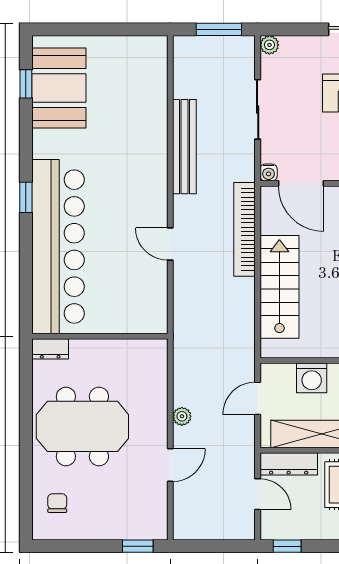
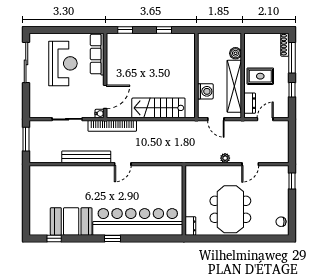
plant: (269, 45) -> (34, 113), removed
booth: (59, 88) -> (71, 221), moved
bookcase: (244, 229) -> (112, 126), moved
door: (170, 244) -> (123, 164), moved
dresser: (289, 464) -> (250, 103), width x0.70
door: (170, 465) -> (250, 164), swing flipped
chair: (57, 503) -> (281, 222), moved
window: (287, 546) -> (292, 90), moved

